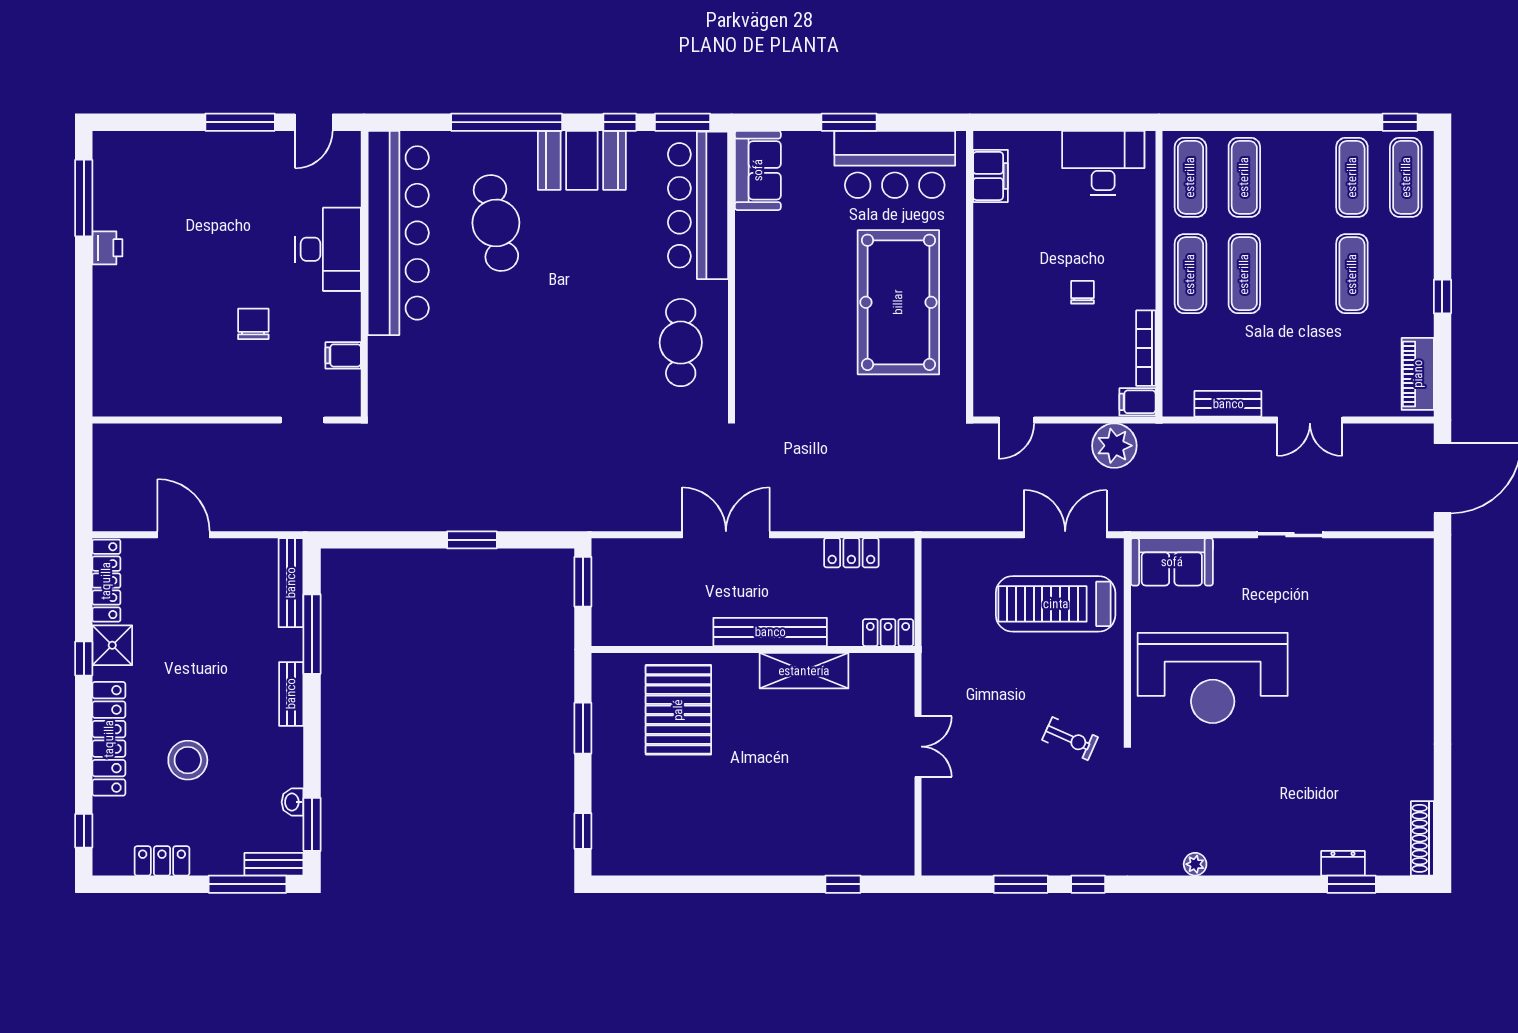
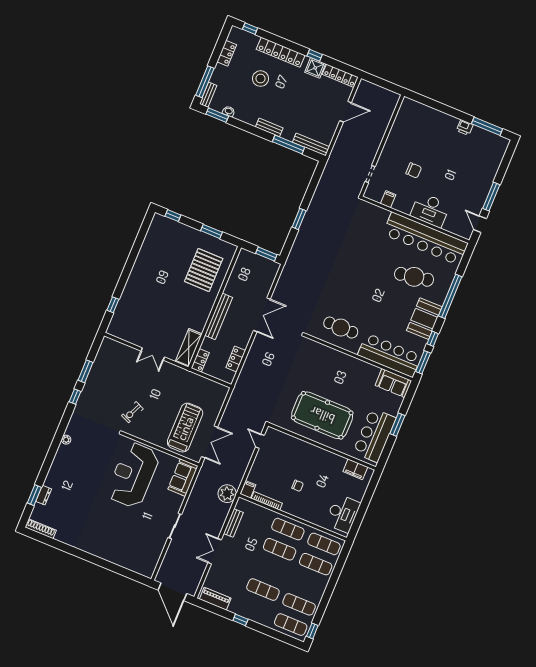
plant: (1114, 446) -> (227, 494), moved
shelving: (804, 671) -> (189, 348), moved
pallet: (678, 710) -> (204, 270), turned 90

